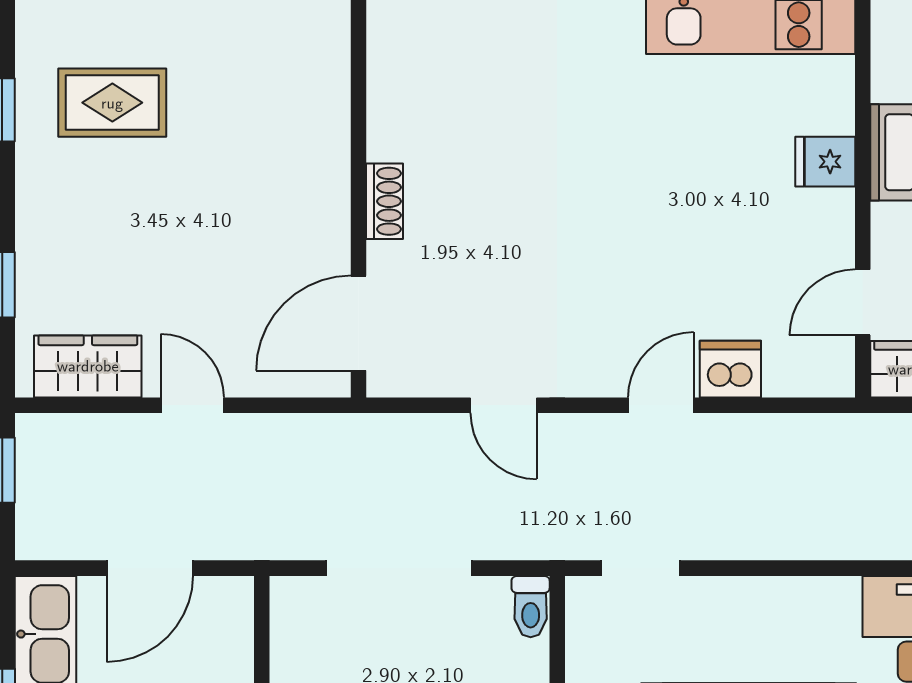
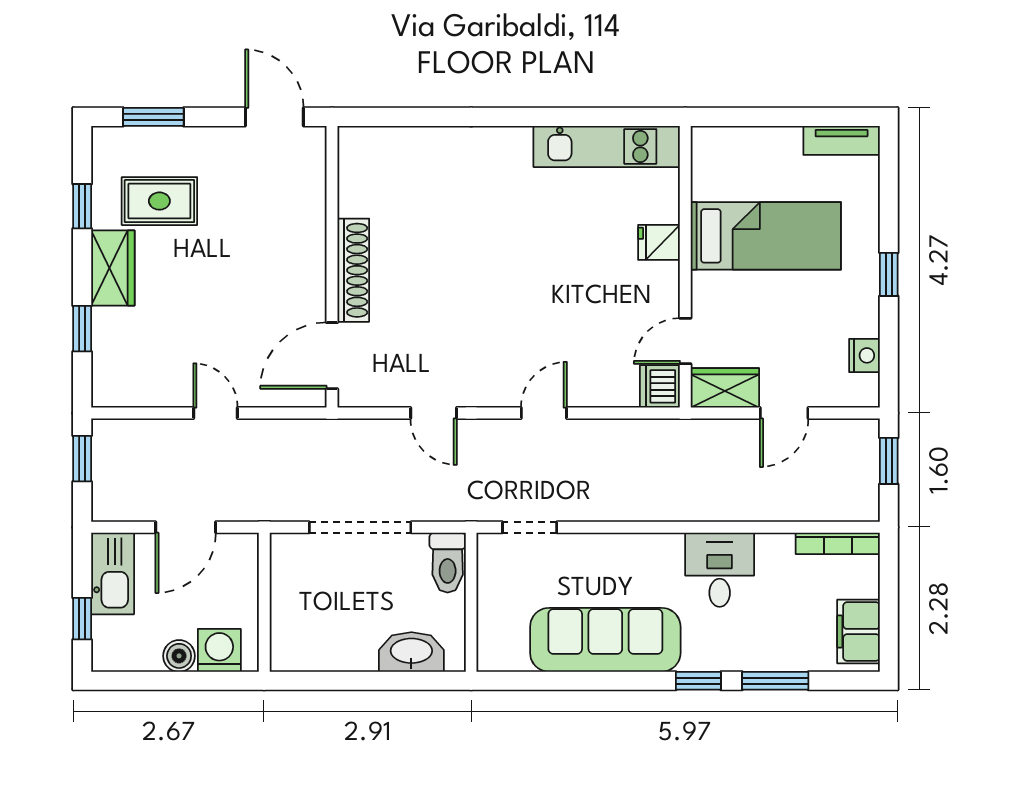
shoe rack: (385, 201) -> (353, 270), width x1.94, depth x1.24
wardrobe: (88, 366) -> (113, 268), moved, turned 90
dishwasher: (730, 369) -> (660, 386), moved, turned -90
toilet: (531, 607) -> (448, 563), width x1.37, depth x1.39

